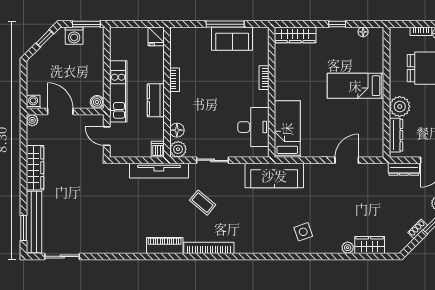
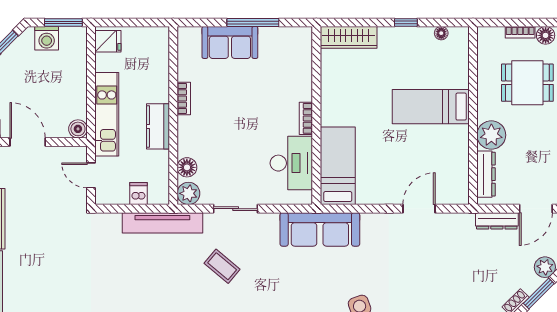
fridge: (156, 36) -> (108, 41), moved, turned -90
sofa: (232, 39) -> (230, 42), moved
bookcase: (264, 78) -> (306, 118), moved
dishwasher: (158, 149) -> (139, 194), moved

